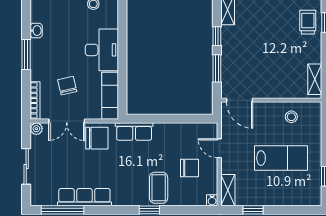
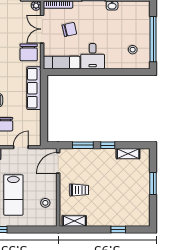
trolley: (308, 22) -> (79, 190), moved
desk: (102, 50) -> (93, 56), width x0.73
row of seats: (134, 131) -> (34, 88), width x1.48

